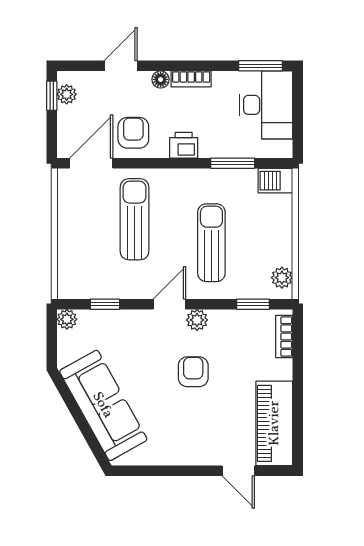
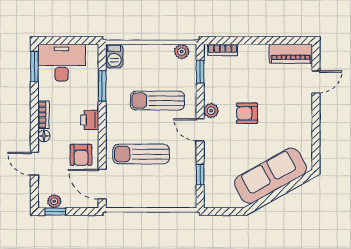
armchair: (133, 133) -> (81, 155), turned -90
plant: (67, 319) -> (211, 201), removed
piano: (274, 423) -> (291, 54), width x0.73, depth x0.75

